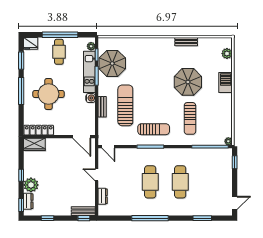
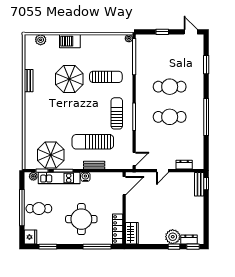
window: (21, 91) -> (97, 247), moved
window: (235, 162) -> (162, 32), moved
window: (21, 175) -> (174, 247), moved
window: (47, 218) -> (206, 220), removed

